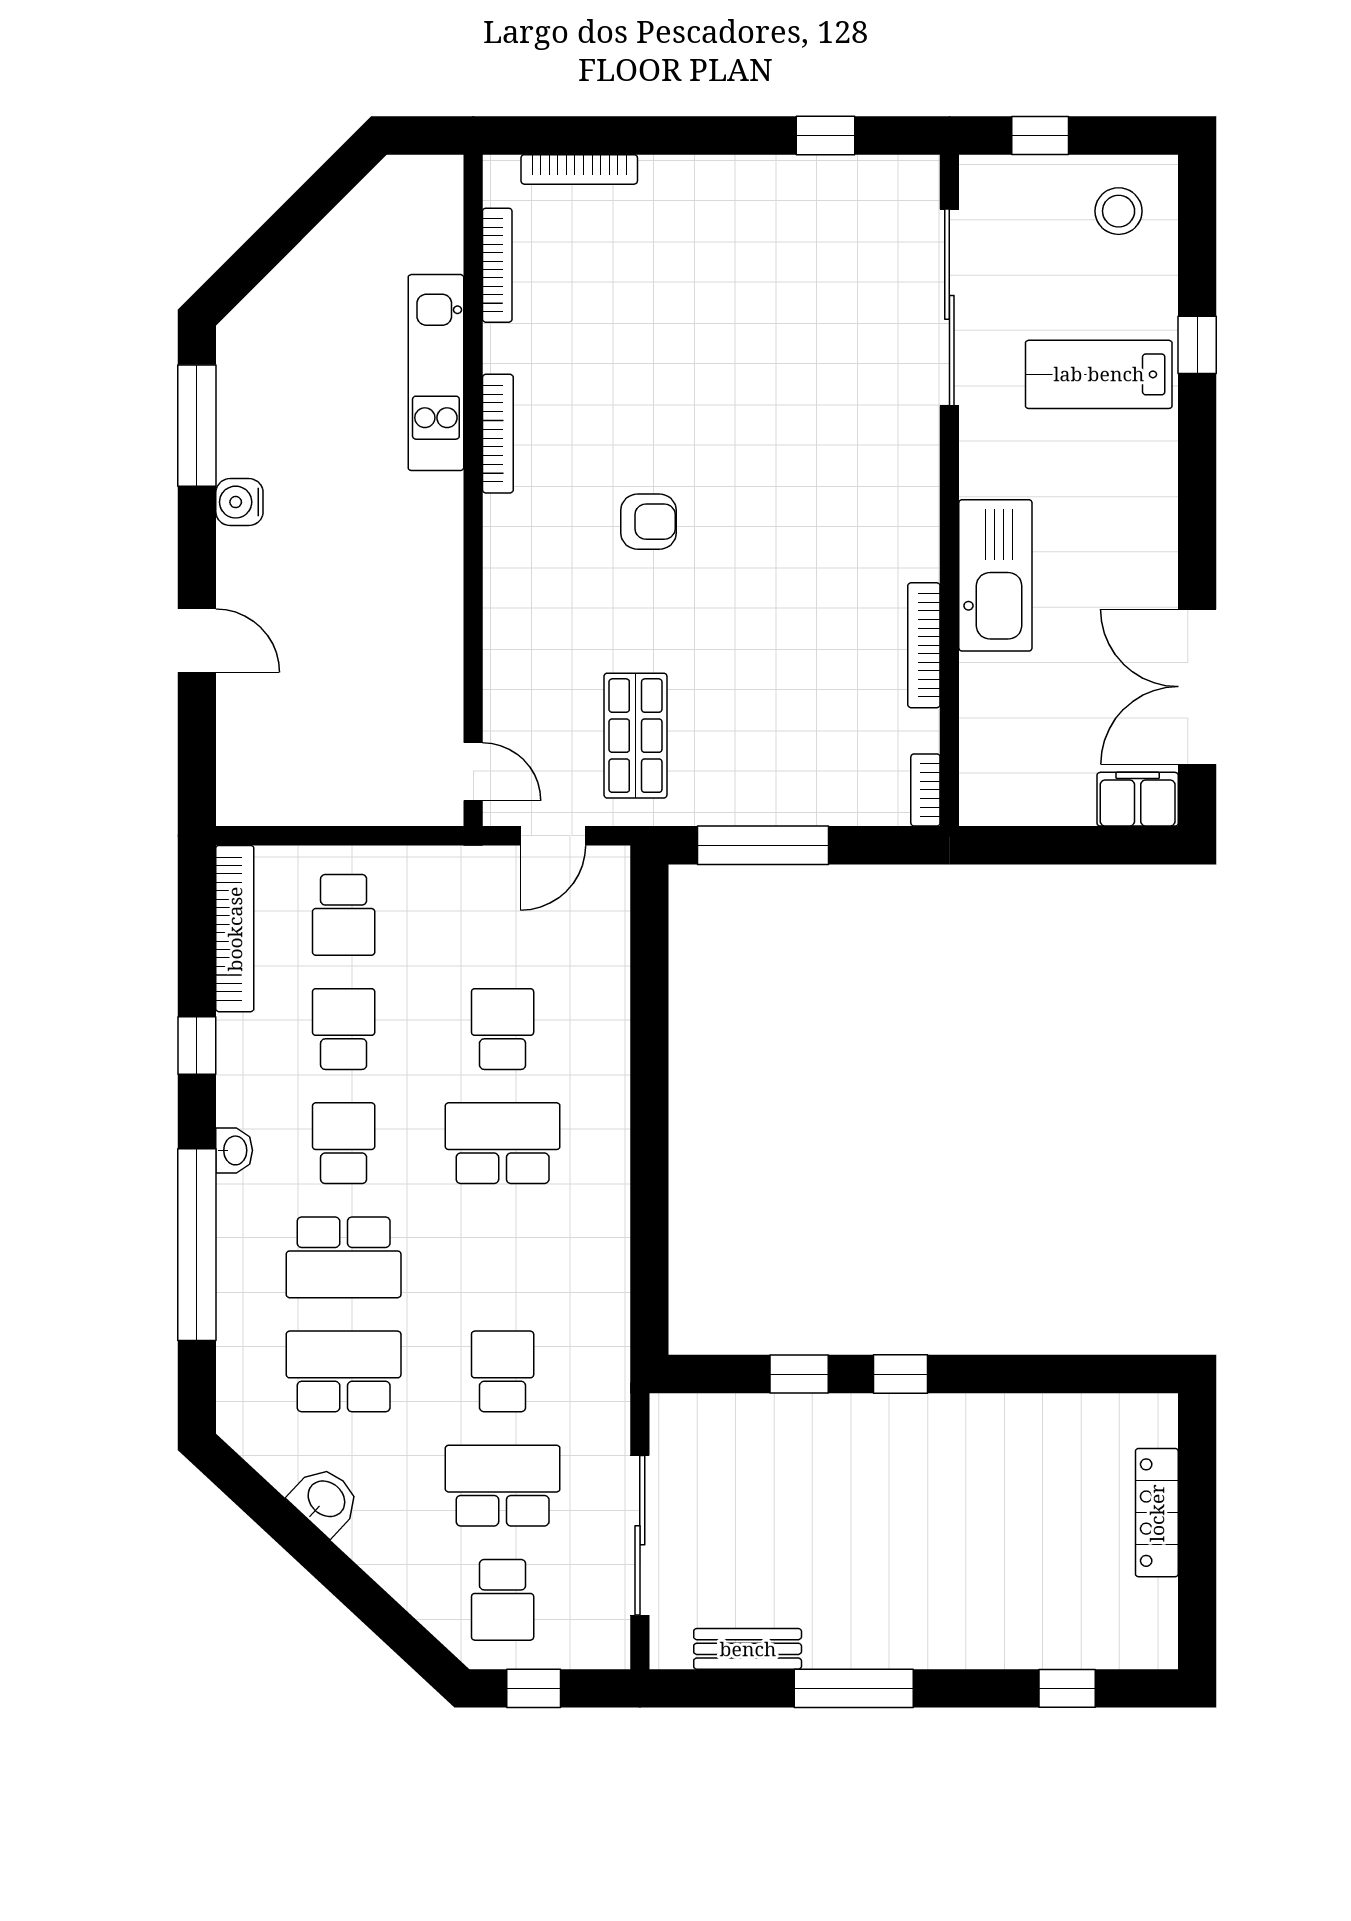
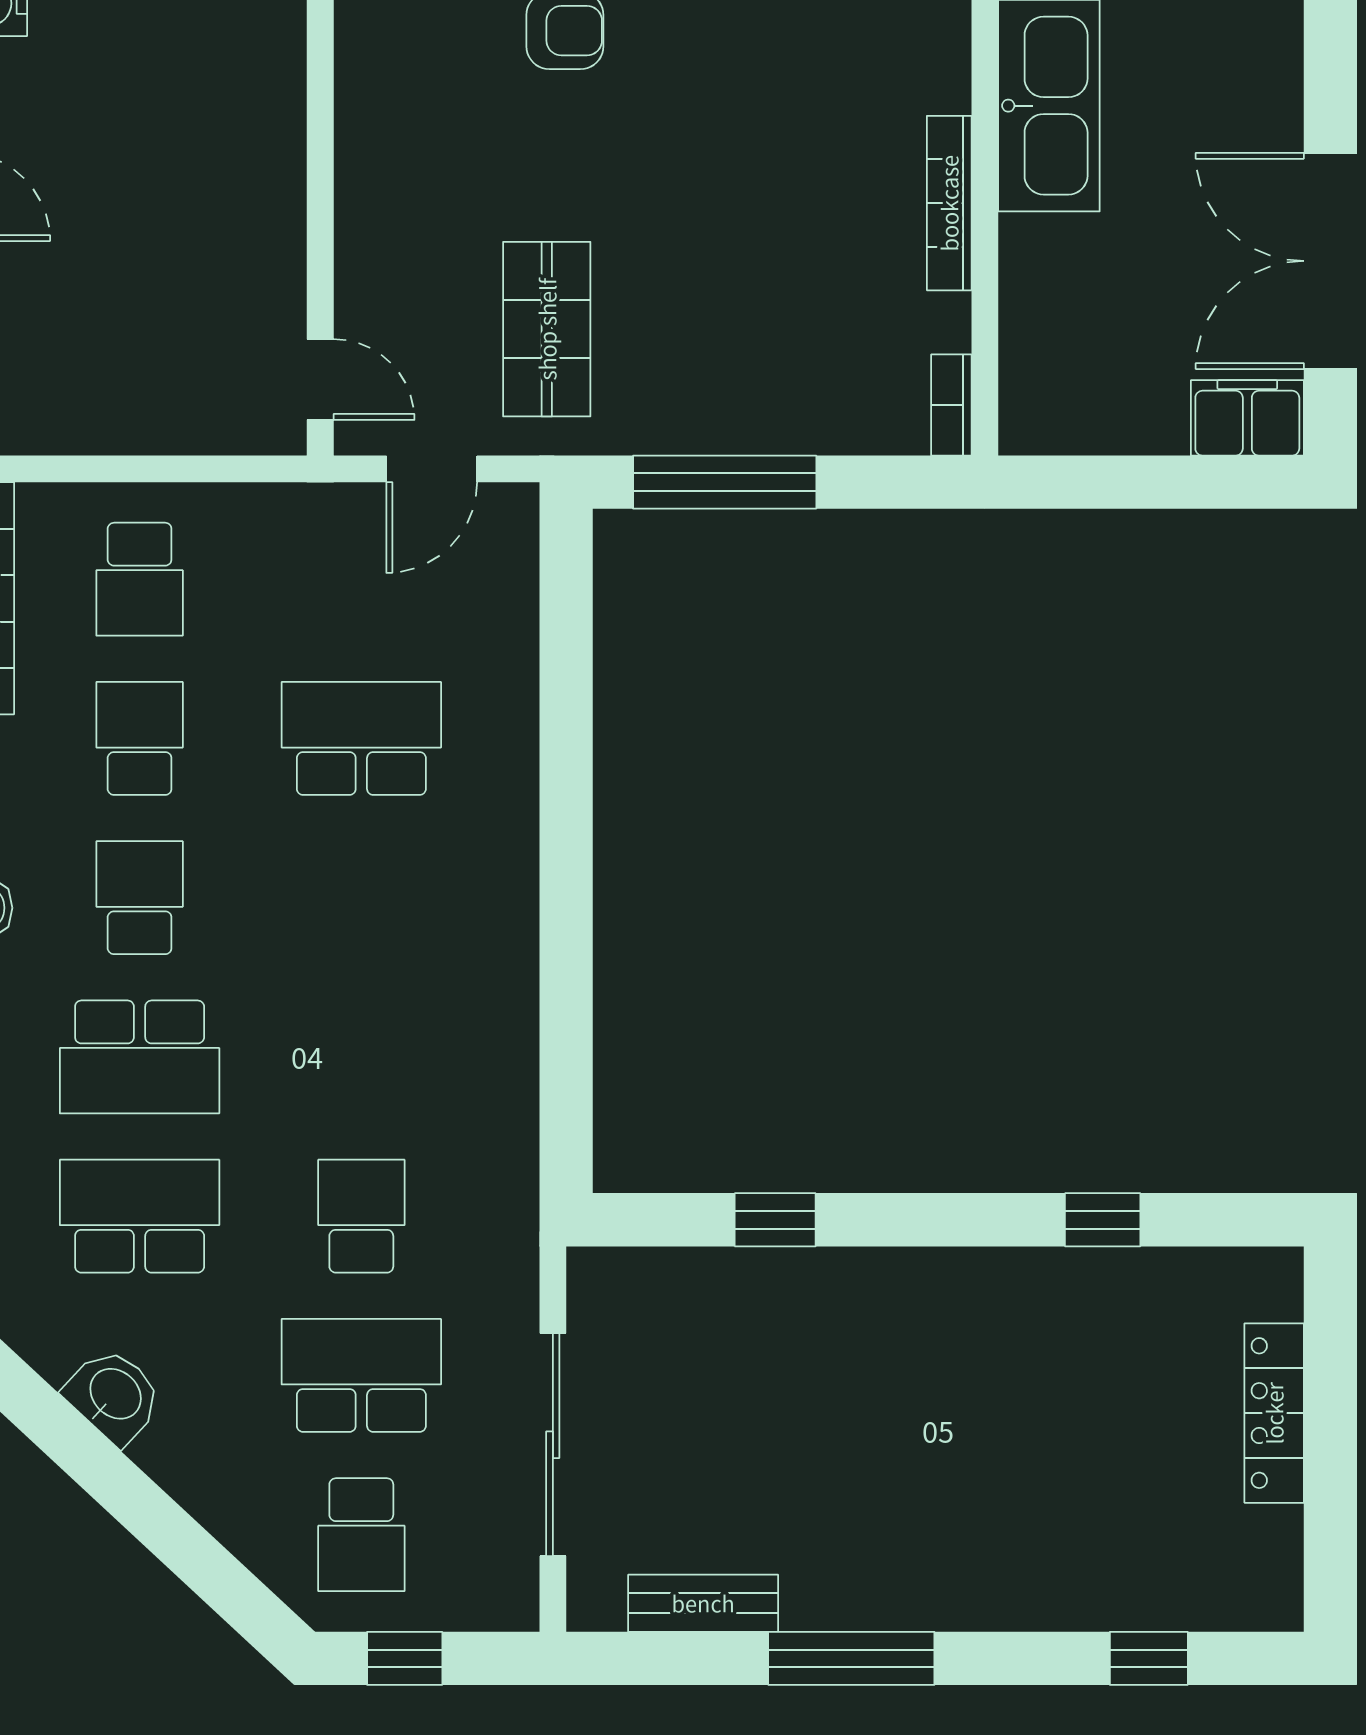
school desk: (503, 1029) -> (361, 738), width x1.85
school desk: (503, 1143) -> (361, 898), removed
window: (901, 1374) -> (1103, 1220), moved

